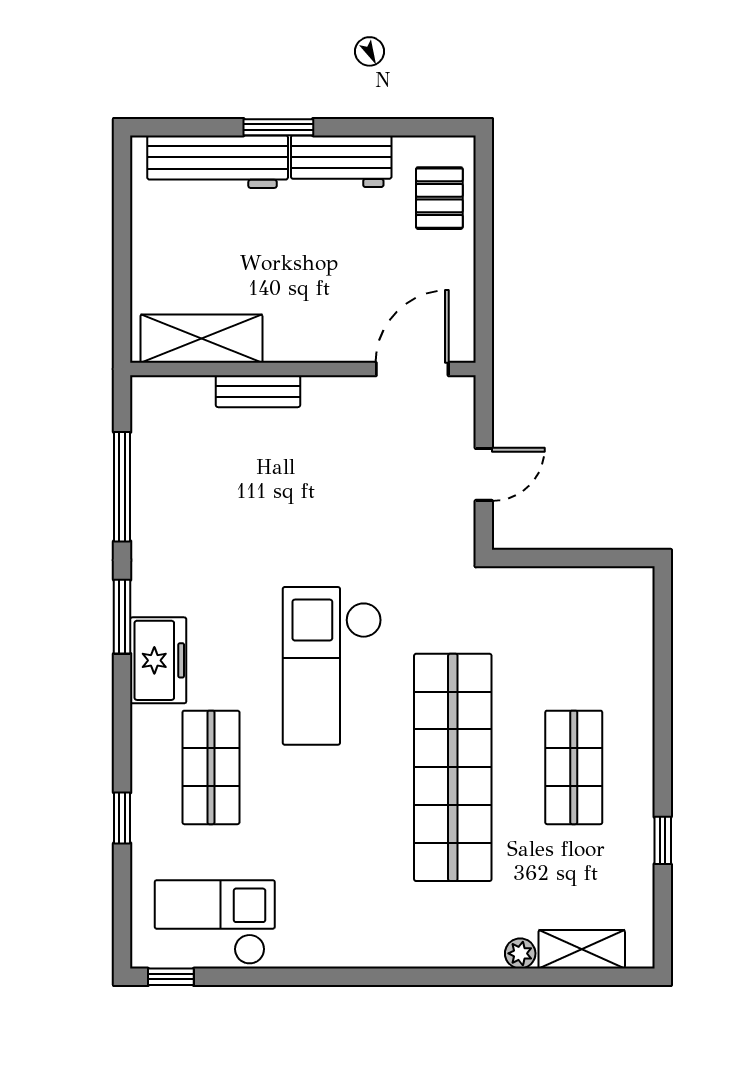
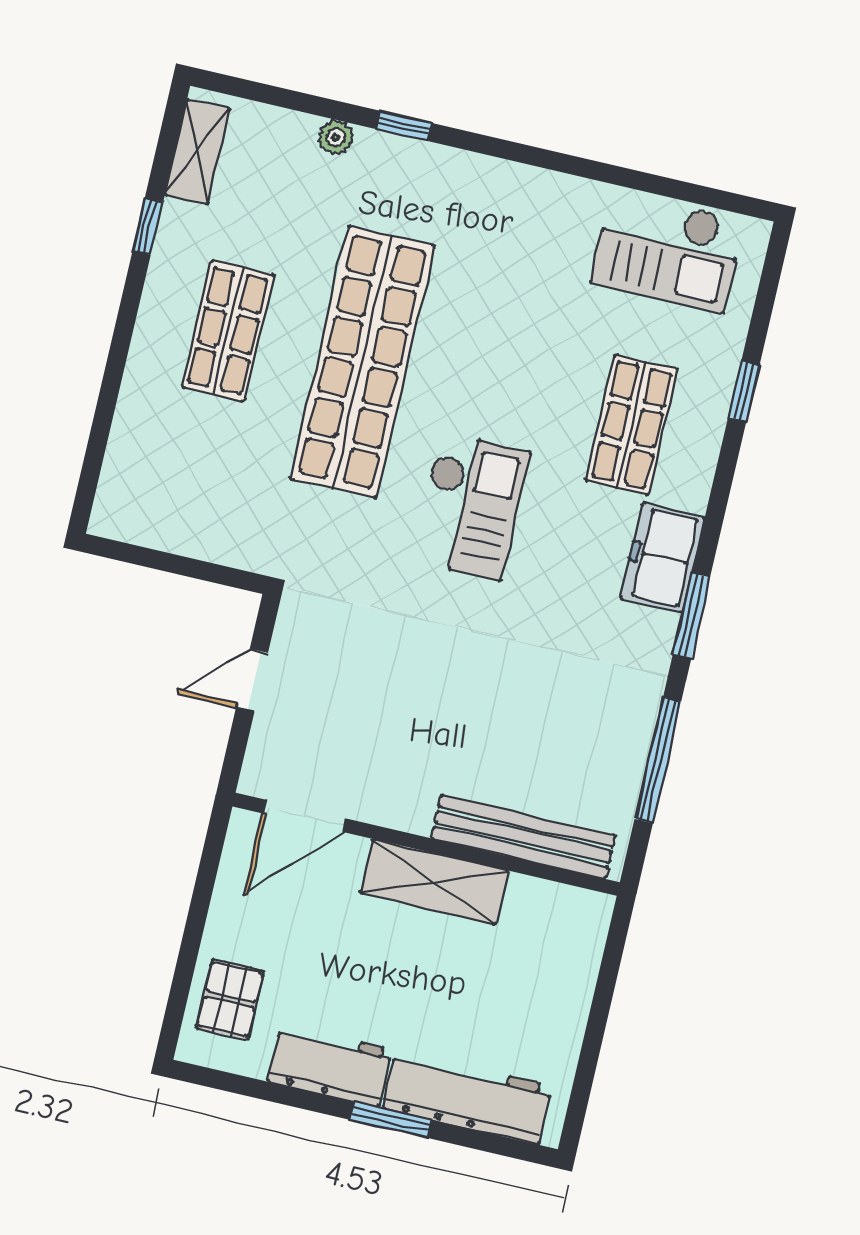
shelving: (201, 339) -> (434, 882), moved
bench: (258, 391) -> (523, 837), width x1.86, depth x1.21
checkout: (332, 666) -> (471, 506), width x0.73, depth x0.83
shelving: (582, 949) -> (197, 152), moved, turned 90
window: (171, 977) -> (404, 126), moved

